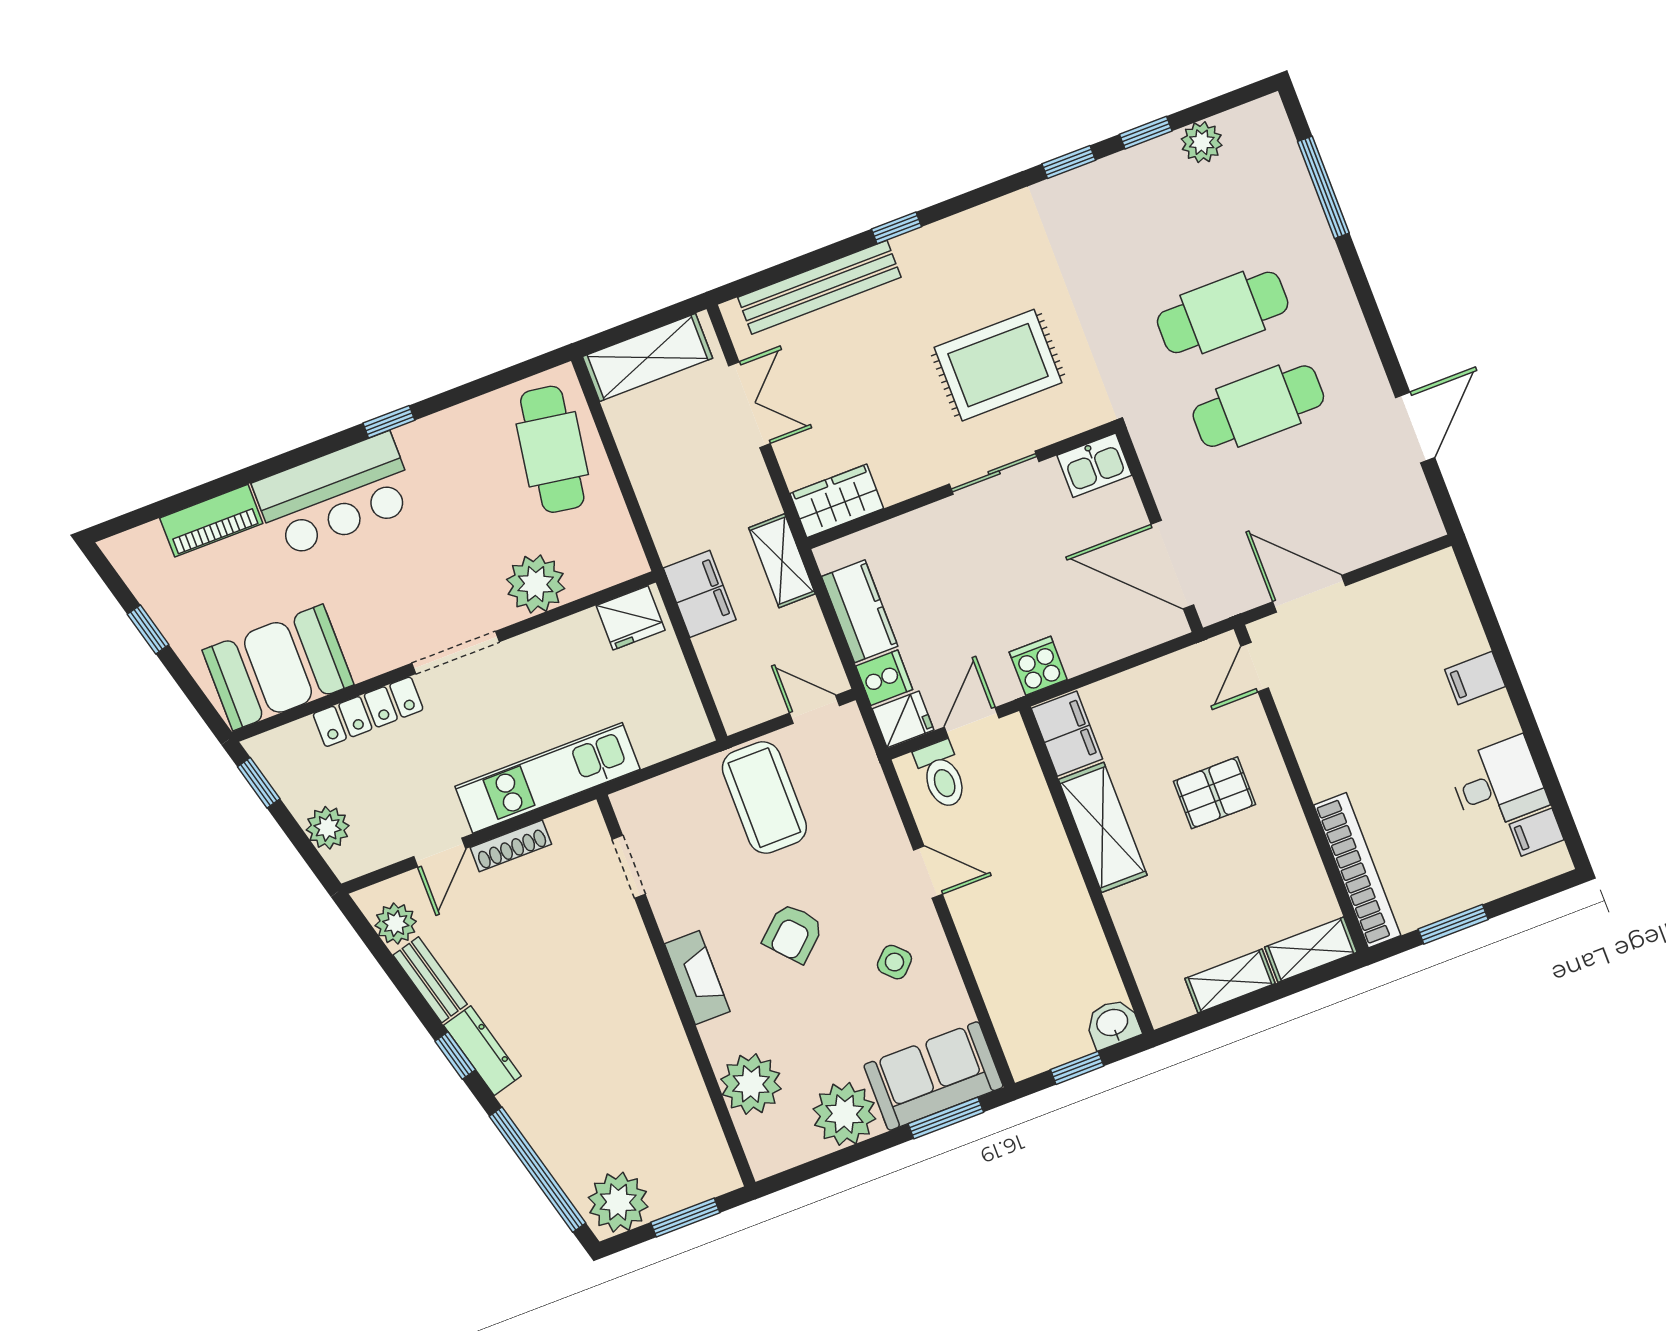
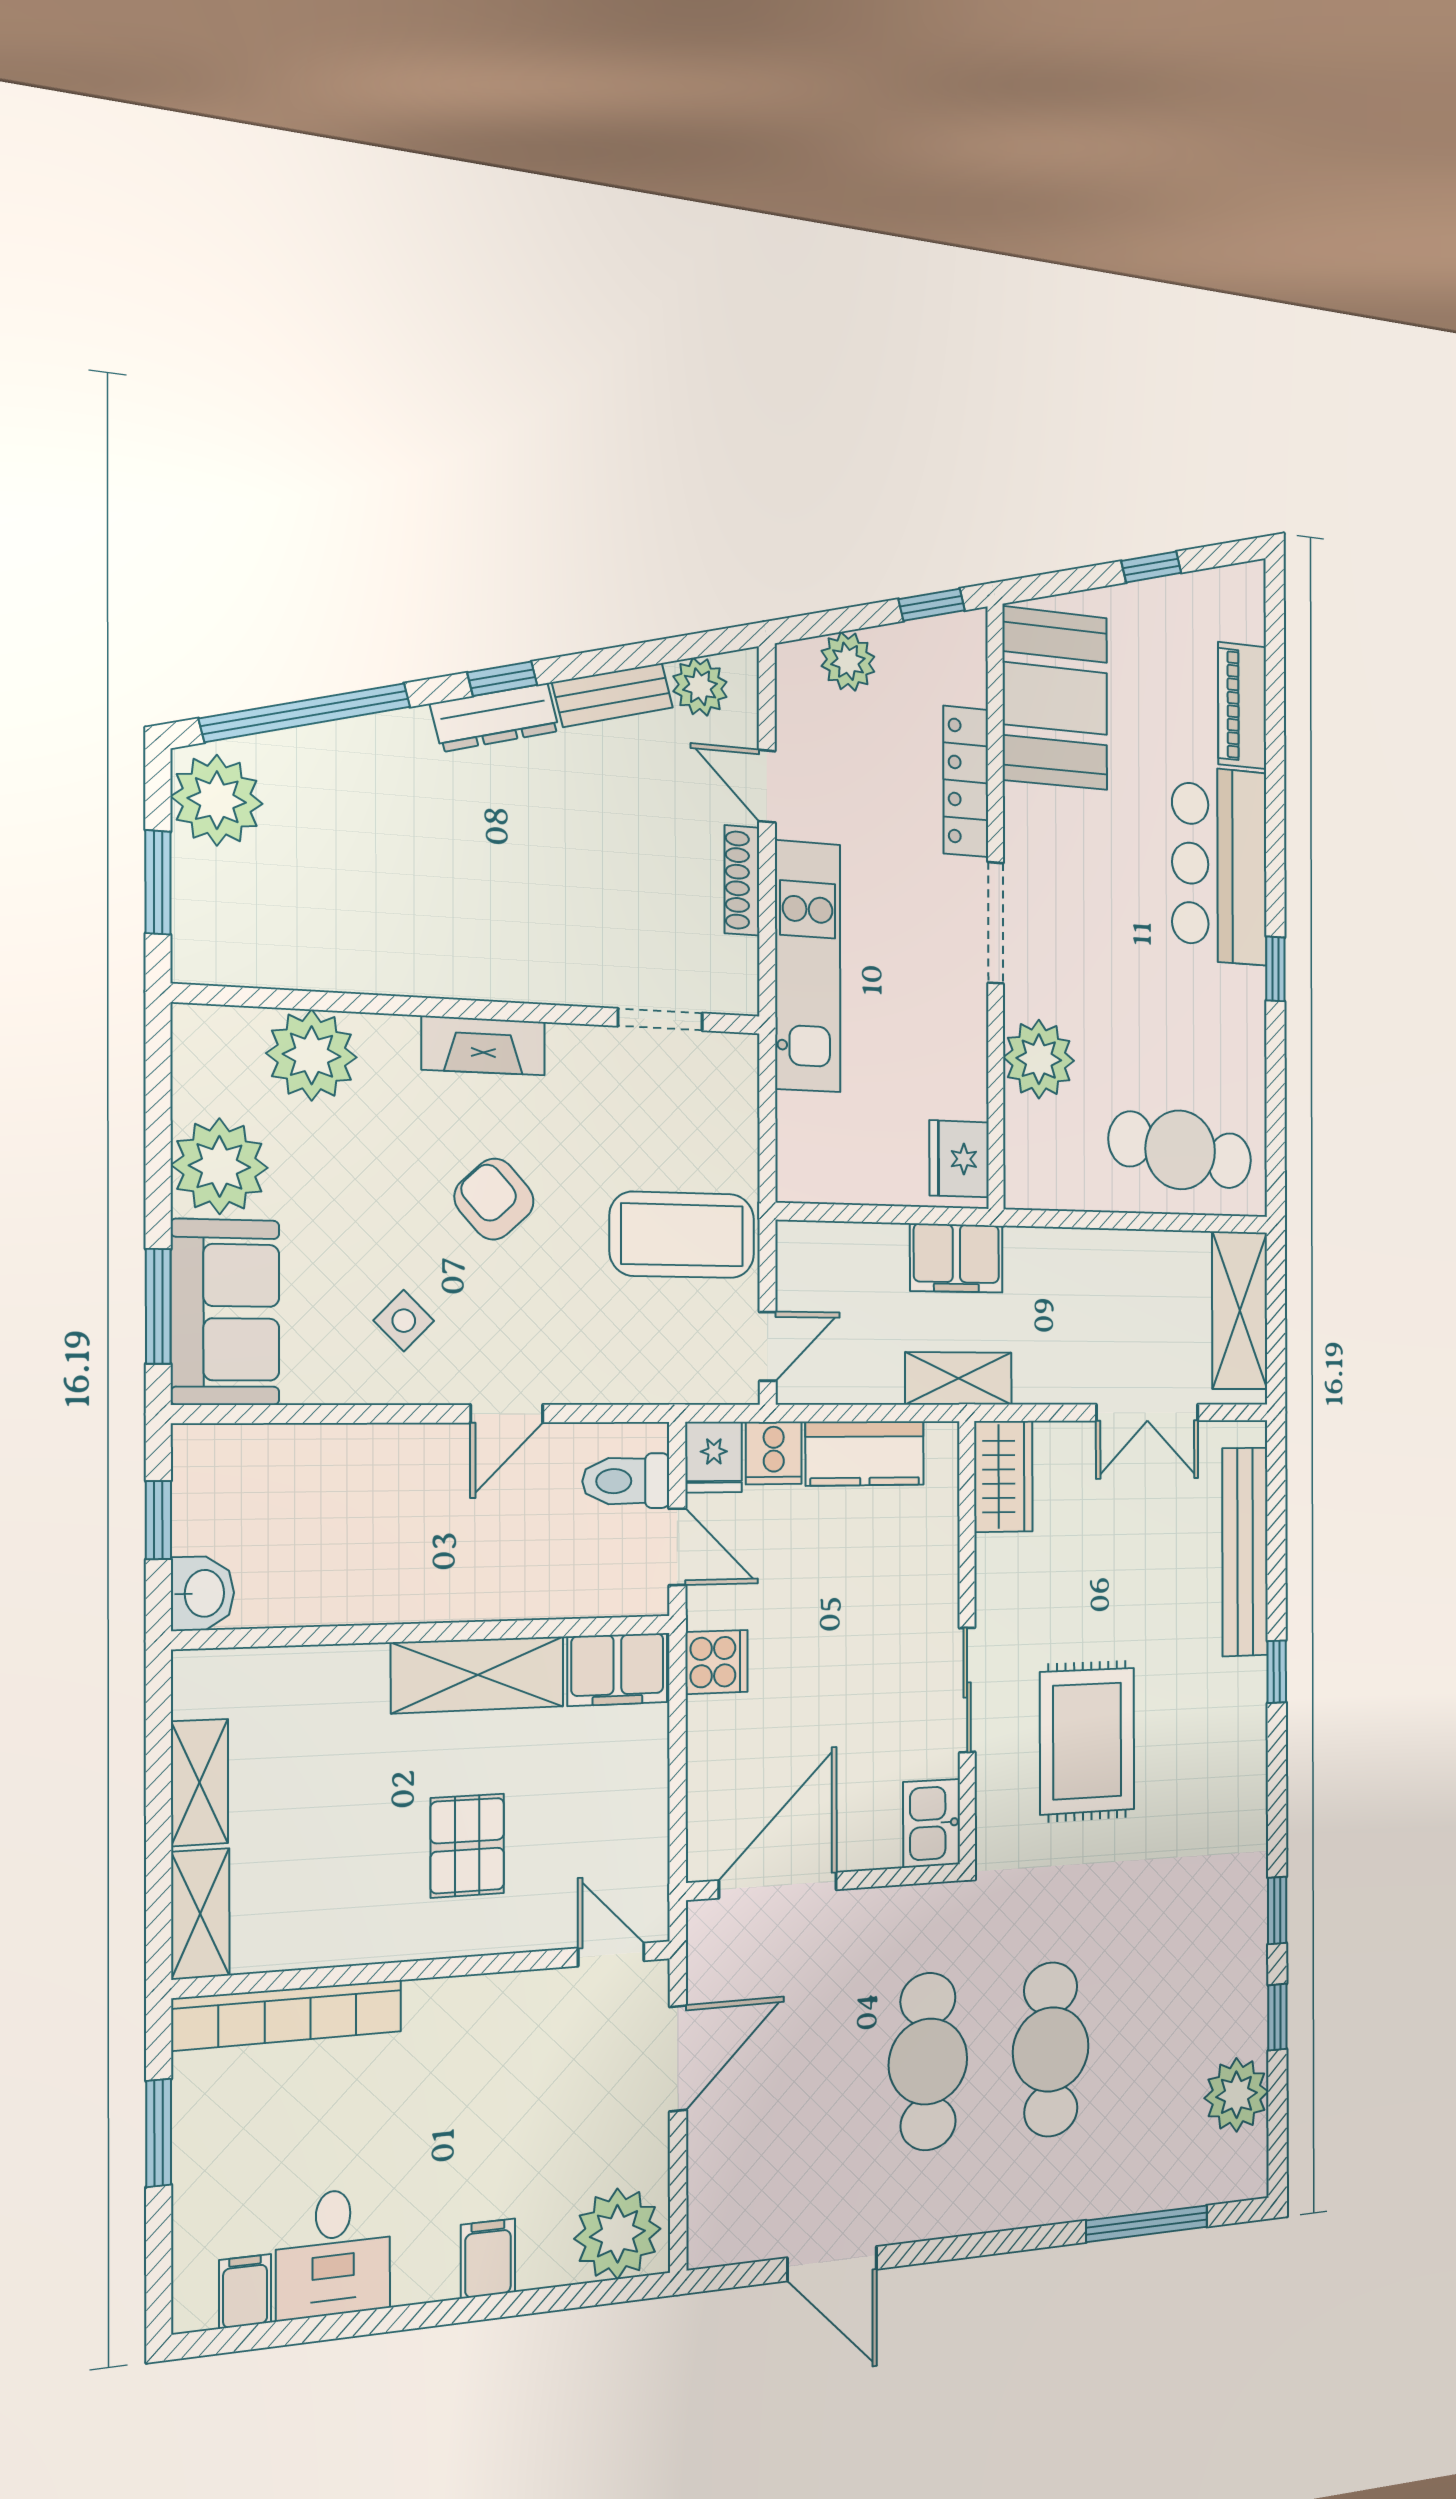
plant: (1202, 142) -> (1236, 2095), width x1.36, depth x1.36
plant: (1436, 593) -> (617, 2234), added

